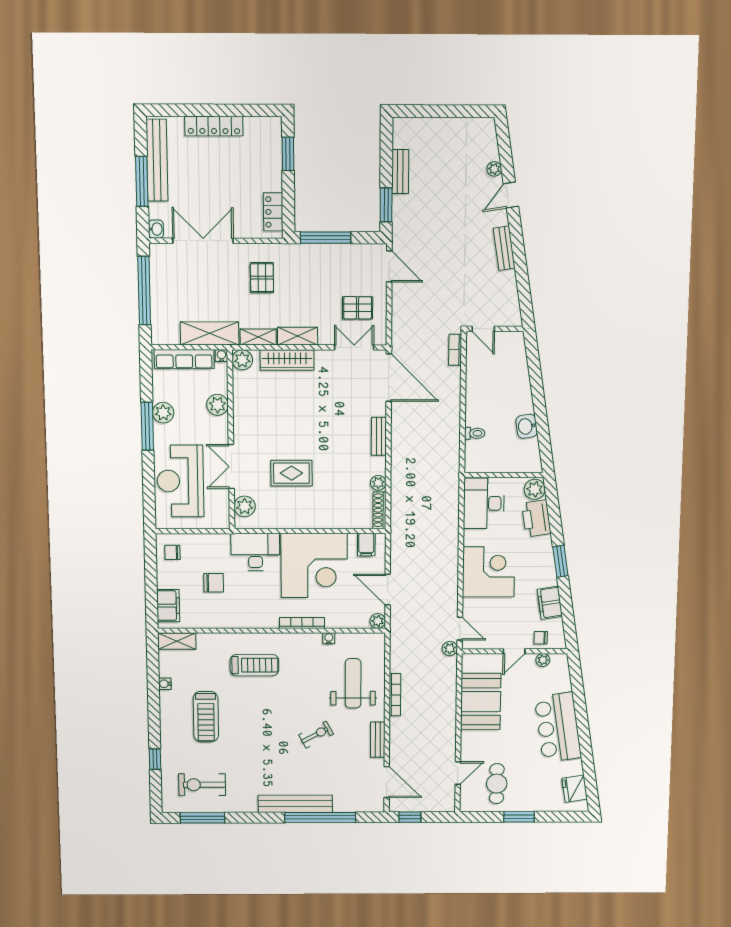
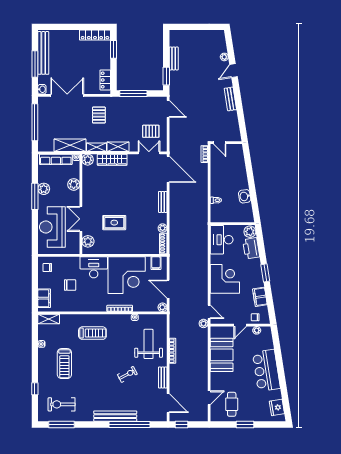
locker: (214, 126) -> (95, 35), moved

